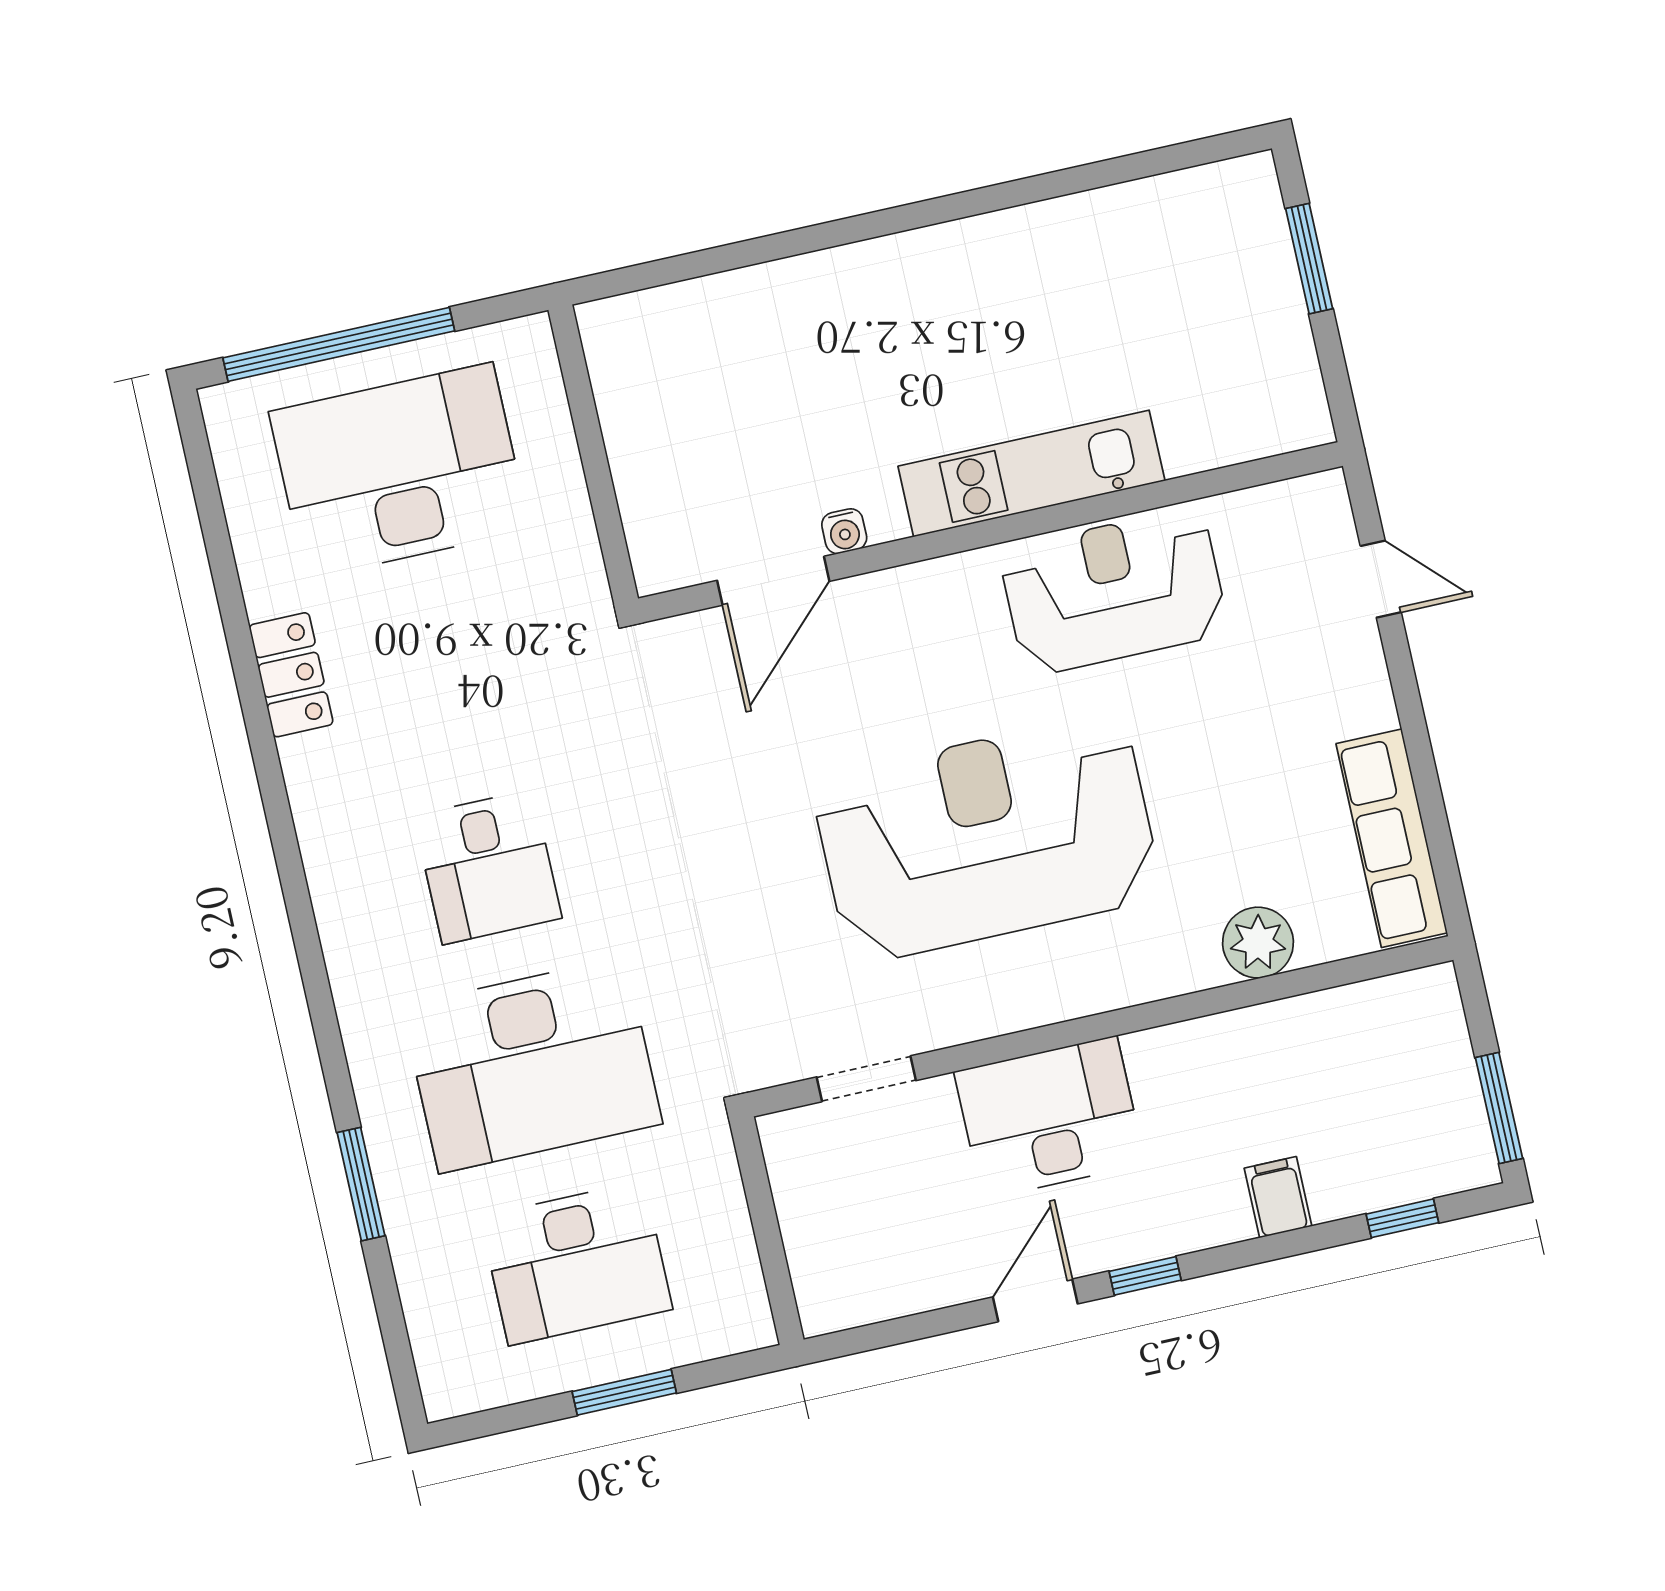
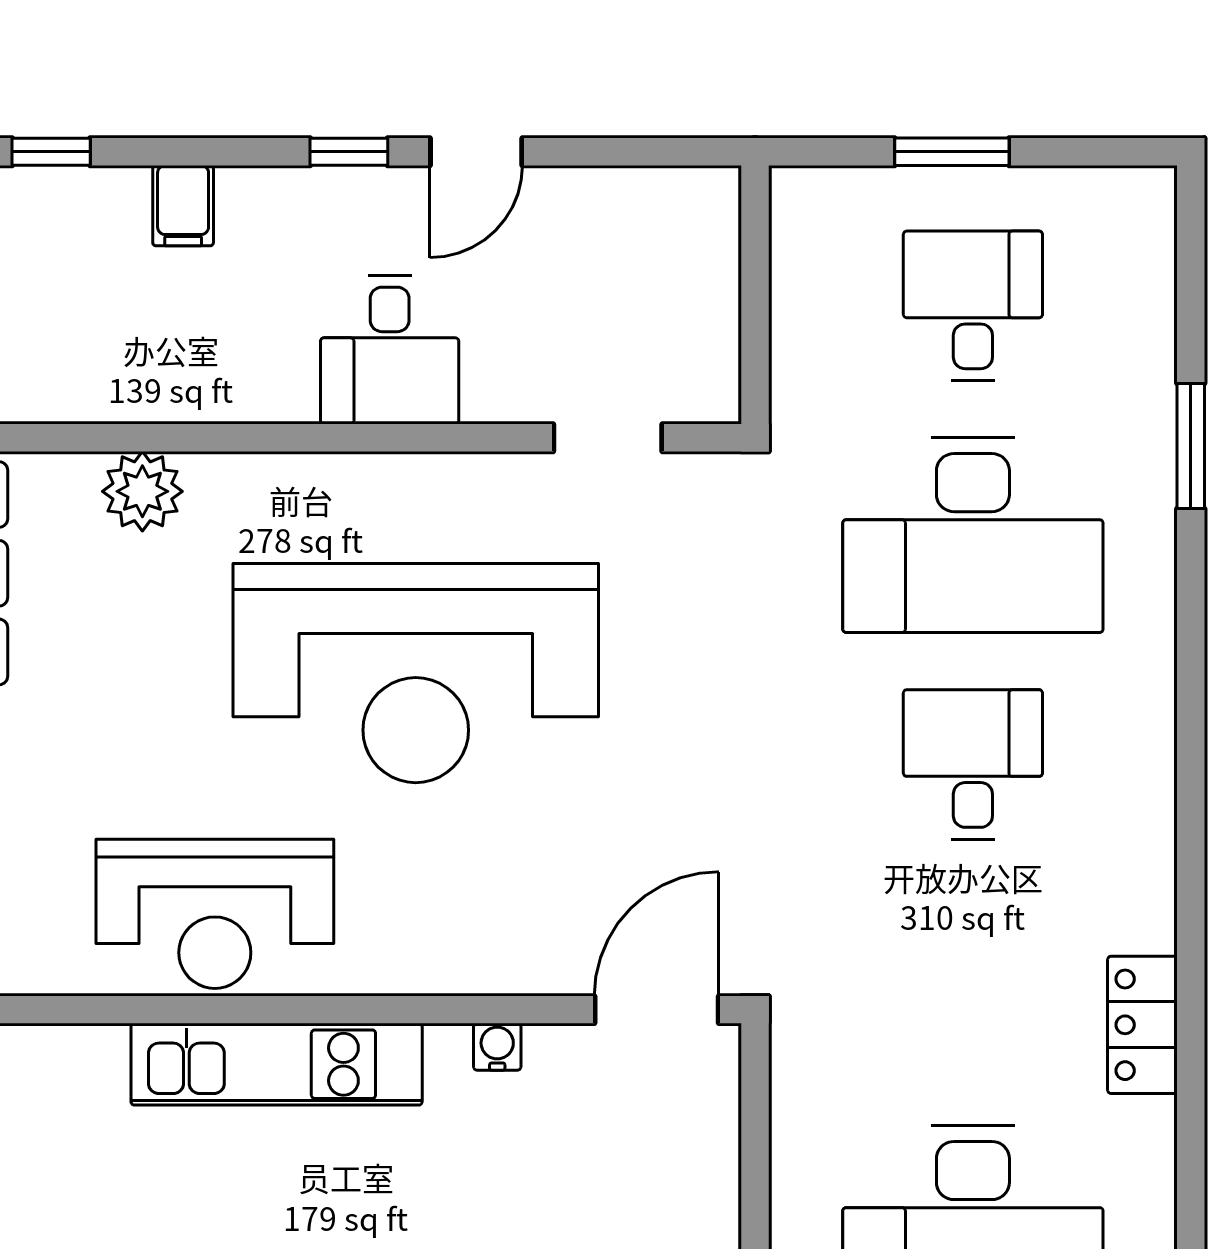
door: (773, 581) -> (657, 1010), moved
desk: (532, 1065) -> (973, 535), turned 180
desk: (1050, 1118) -> (390, 350), width x0.73
desk: (576, 1263) -> (973, 306), width x0.73

